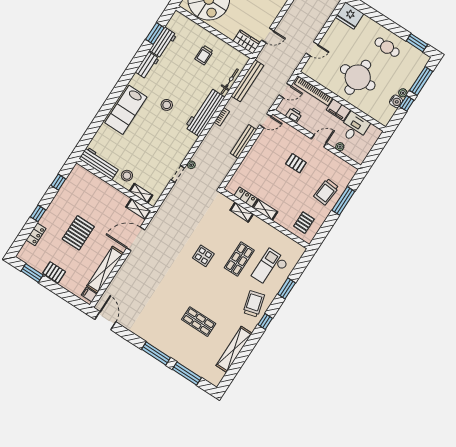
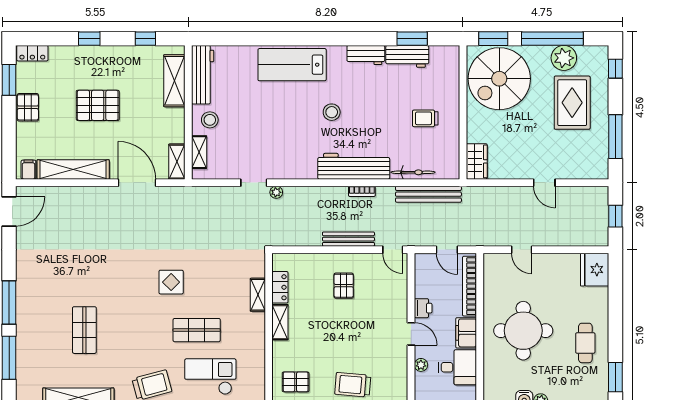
door: (268, 35) -> (544, 183), moved
printer: (294, 115) -> (423, 308), moved
pallet: (296, 163) -> (344, 286), moved
shelving: (92, 181) -> (174, 81), added
locker: (36, 234) -> (32, 53), moved

